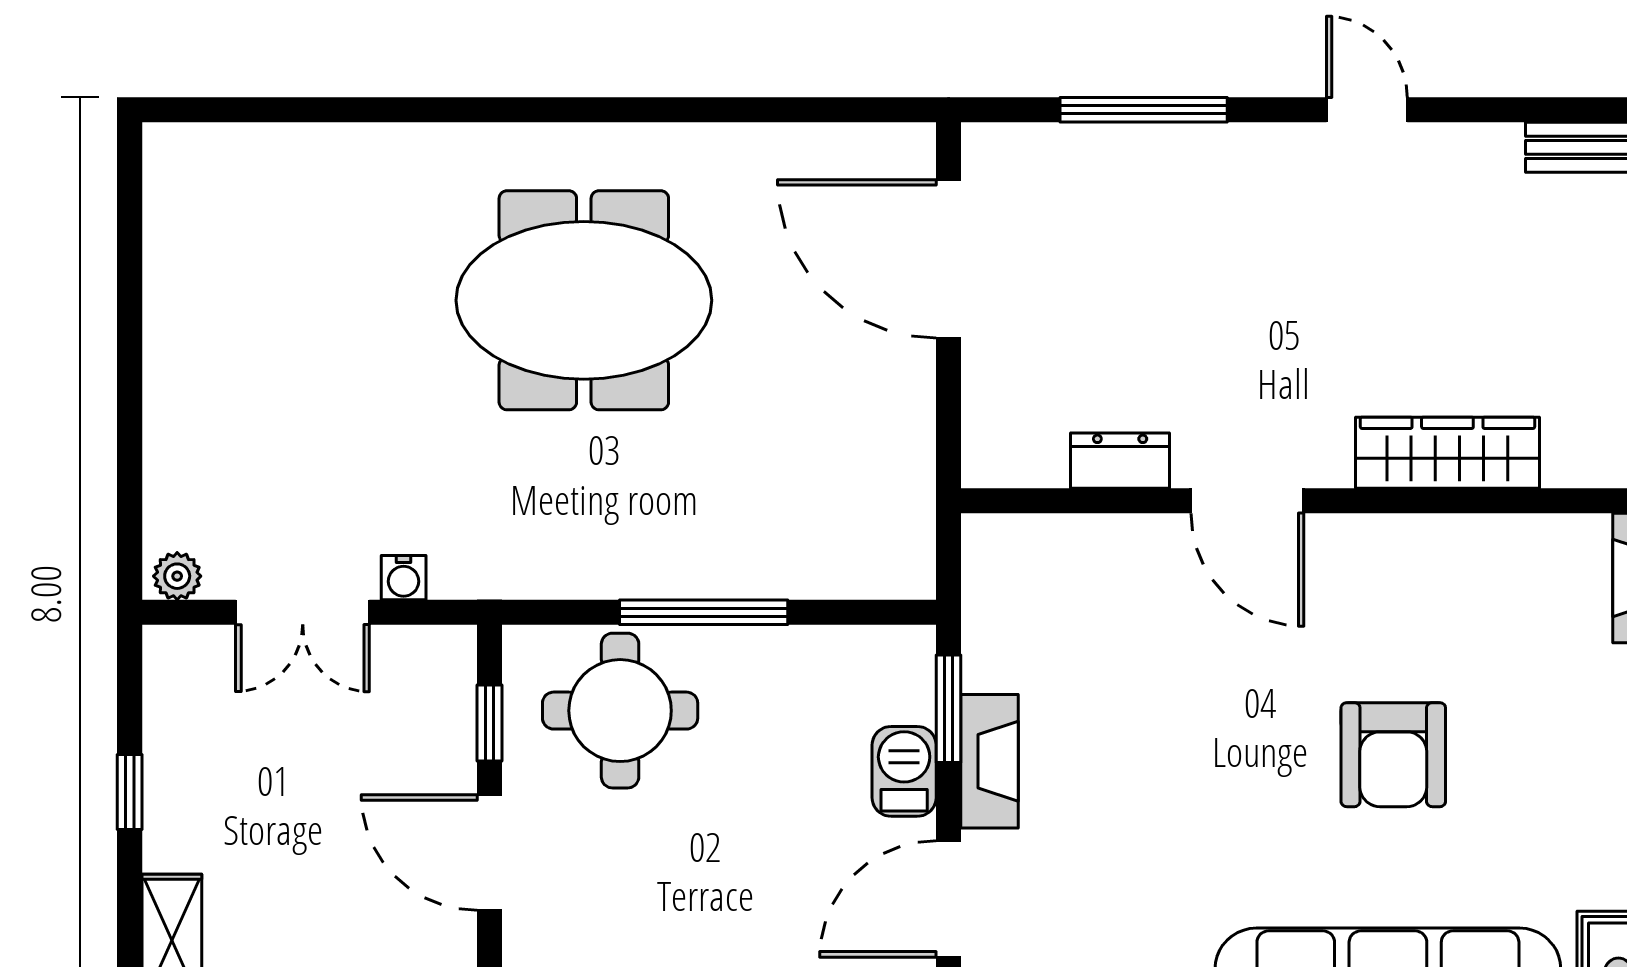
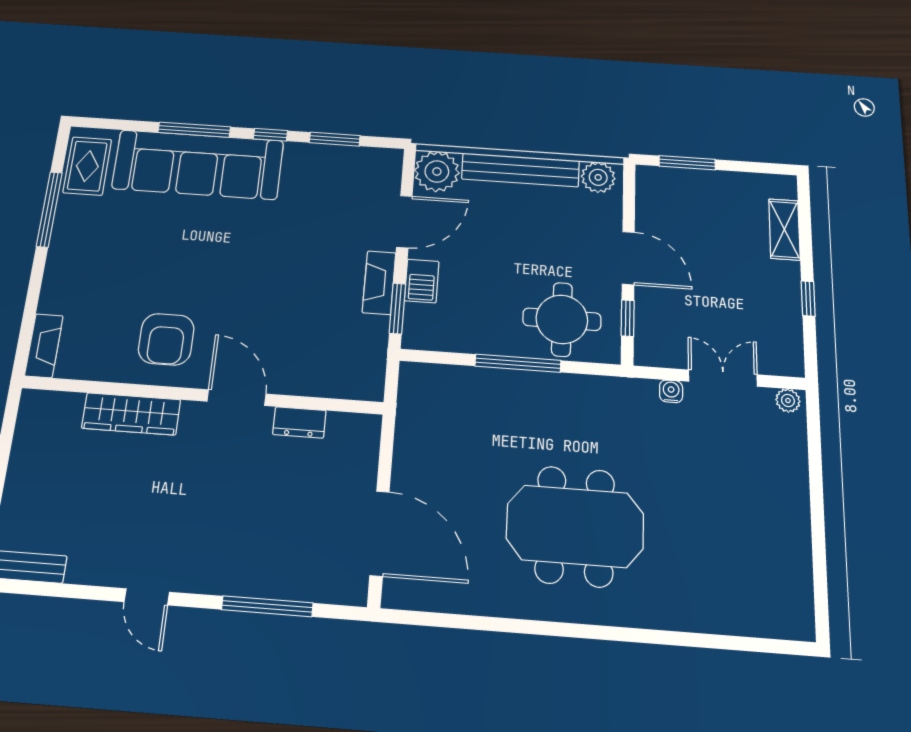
armchair: (1393, 755) -> (166, 339), moved, turned 180

